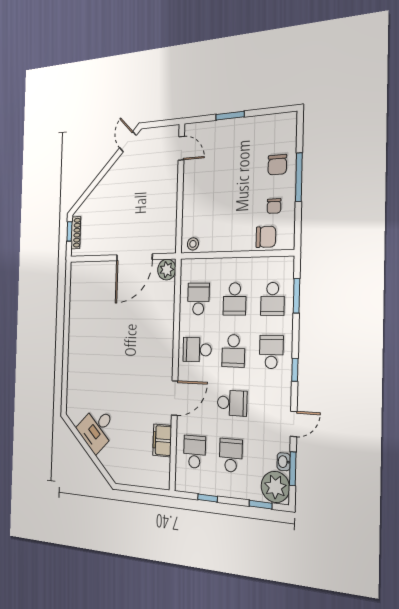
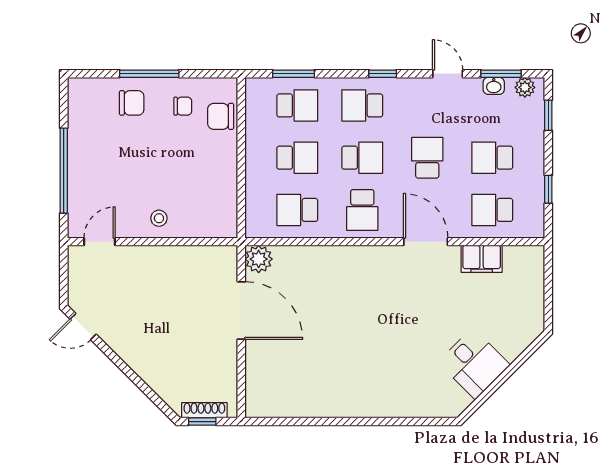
window: (230, 116) -> (64, 171), width x2.11
chair: (266, 237) -> (221, 116), turned -90
stool: (193, 244) -> (159, 218), moved
plant: (275, 487) -> (525, 87), width x0.53, depth x0.53

